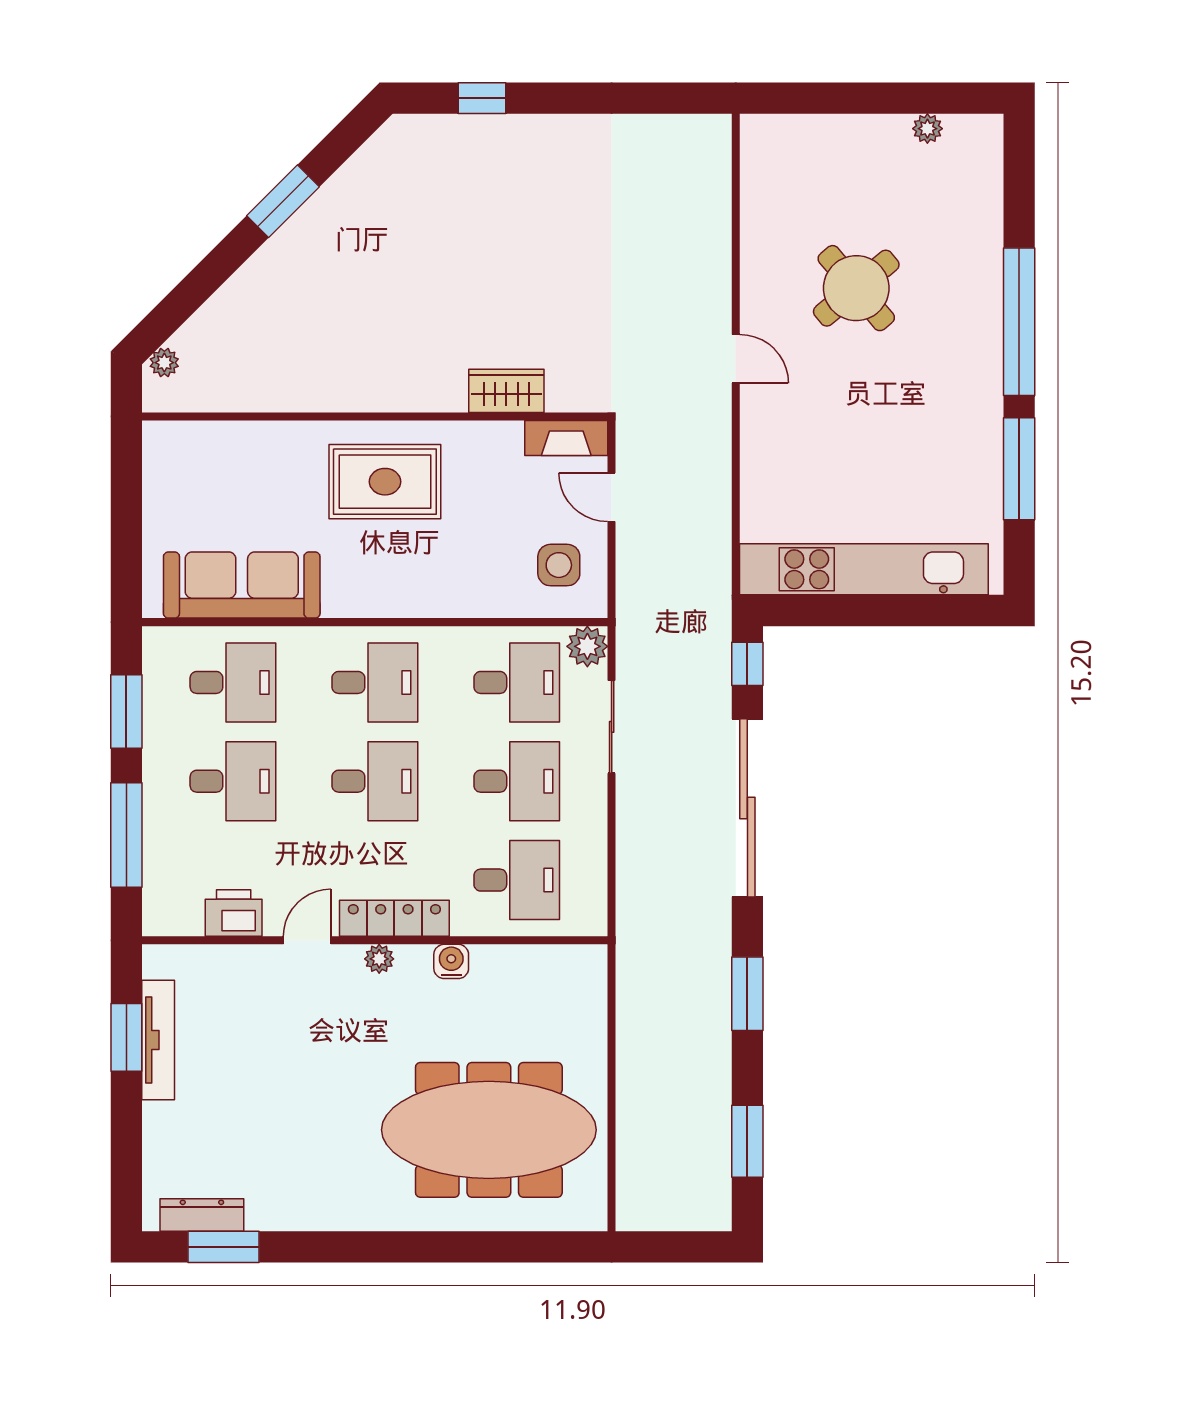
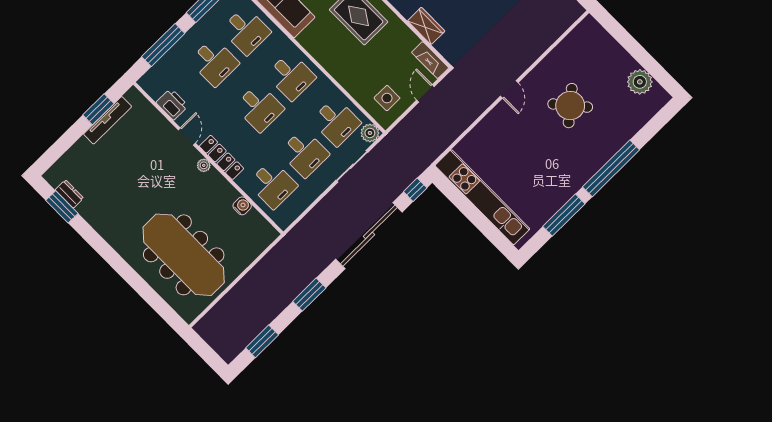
plant: (927, 129) -> (640, 82), width x1.87, depth x1.87
door: (307, 940) -> (187, 136), hinge flipped
water cooler: (451, 961) -> (242, 206), moved
dresser: (202, 1215) -> (69, 194), width x0.70

